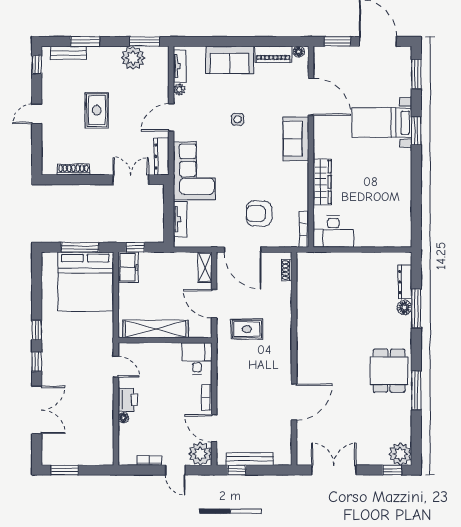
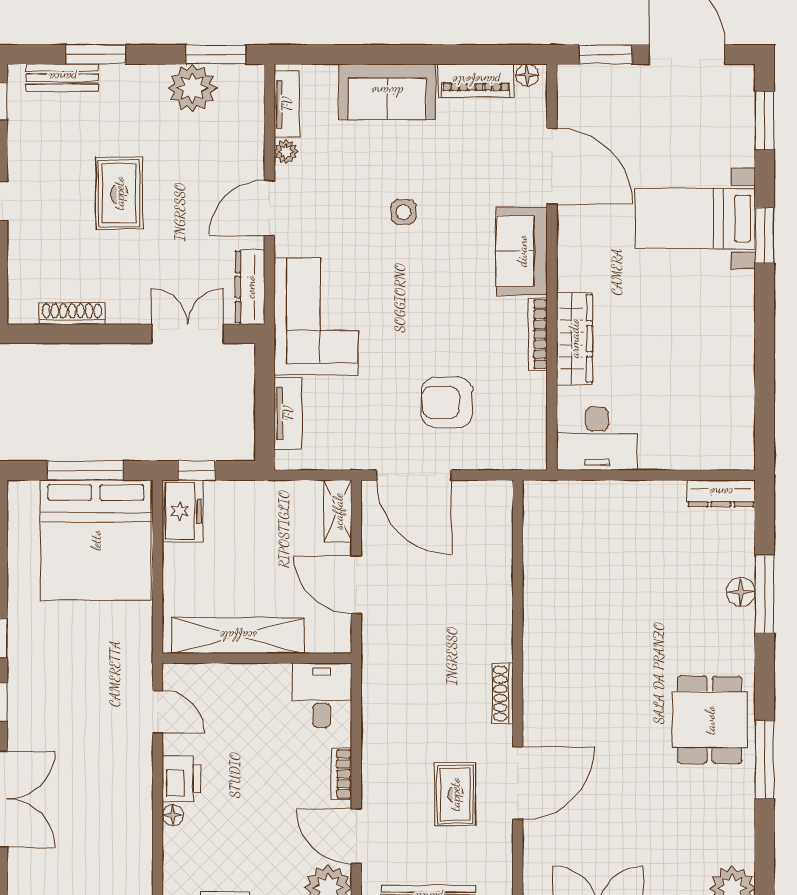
bookcase: (304, 229) -> (538, 334), moved
shoe rack: (287, 270) -> (503, 694), moved, width x1.43
dresser: (405, 282) -> (721, 493), moved, turned -90
rug: (247, 329) -> (455, 794), moved, turned 90

